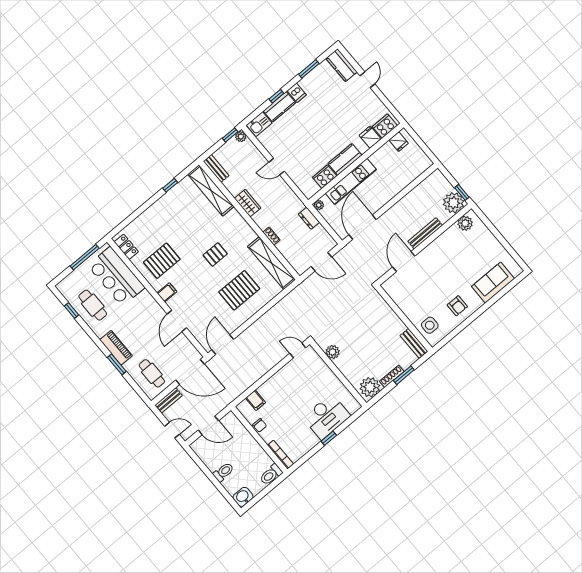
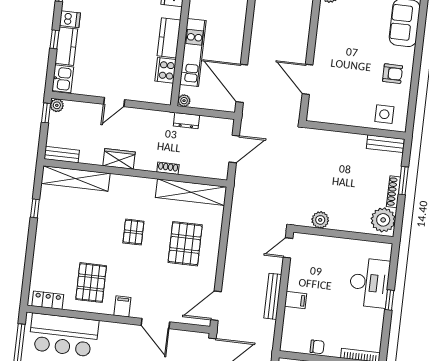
bench: (425, 233) -> (273, 296), moved
door: (223, 344) -> (216, 306), hinge flipped
filing cabinet: (256, 400) -> (296, 300), moved

